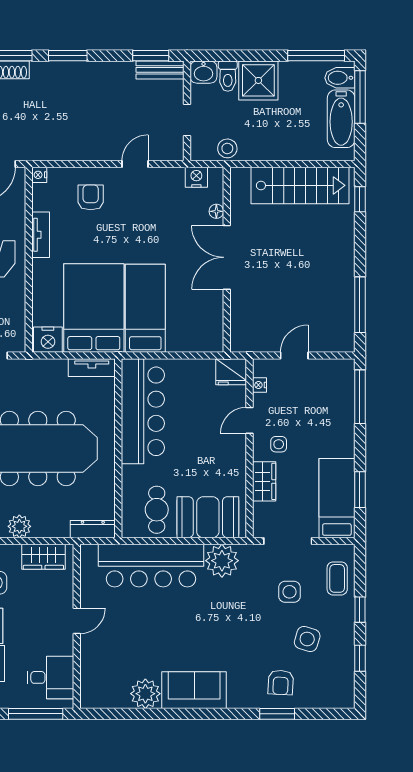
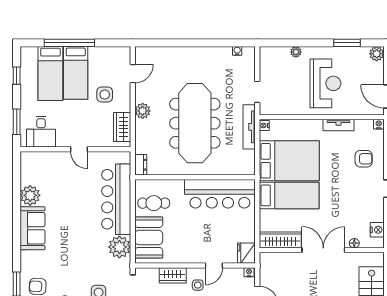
wardrobe: (212, 321) -> (280, 240), added
nightstand: (48, 340) -> (264, 126), width x0.53, depth x0.56
tv unit: (92, 368) -> (249, 127), moved, width x1.41
nightstand: (260, 385) -> (249, 272), moved
door: (250, 420) -> (214, 266), swing flipped
dresser: (93, 529) -> (141, 165), width x0.70
window: (36, 714) -> (17, 122), width x0.69

